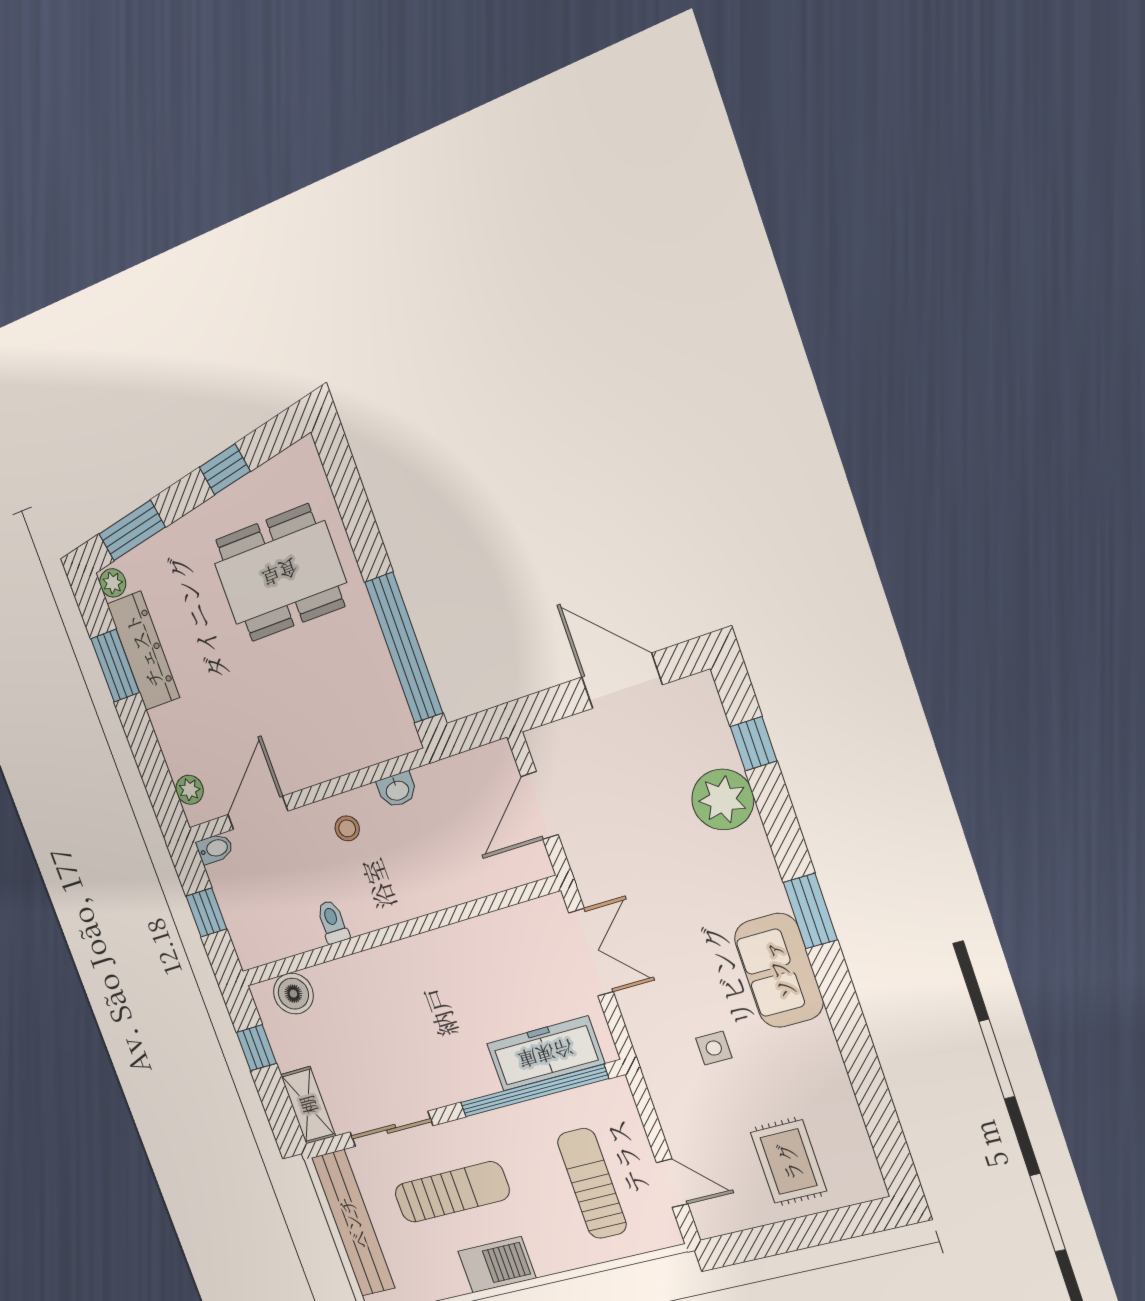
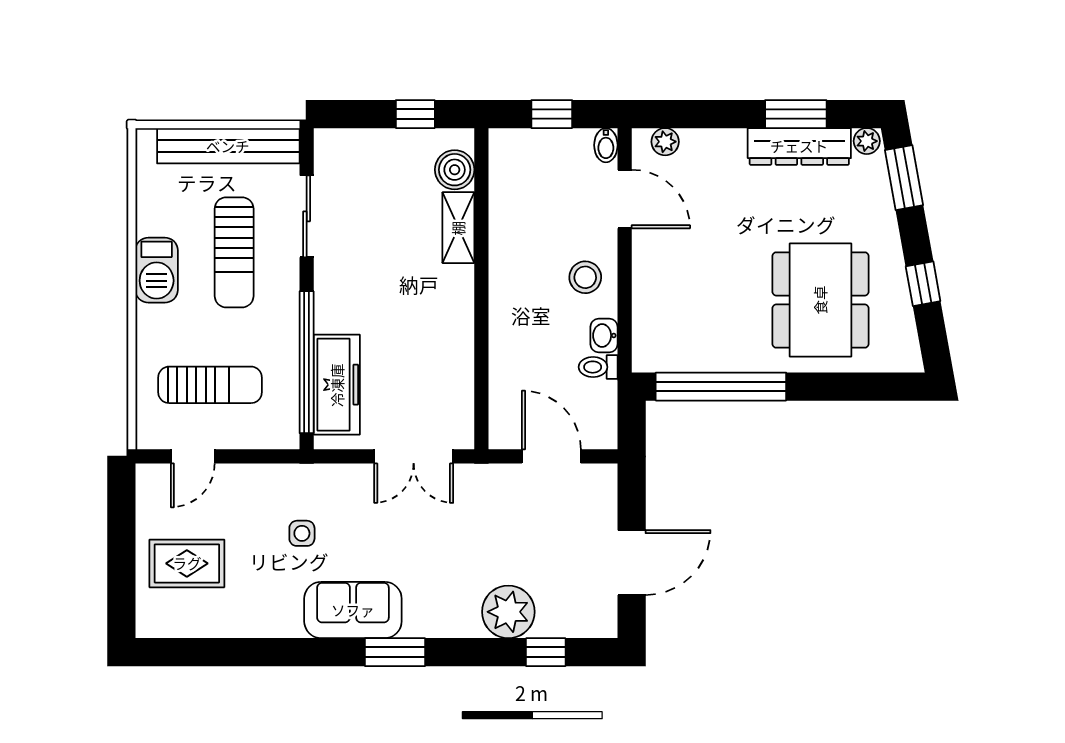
stool: (347, 828) -> (585, 277), width x1.37, depth x1.37
toilet: (333, 922) -> (598, 367), moved, turned 180
shelving: (308, 1105) -> (458, 228), moved, turned 90

